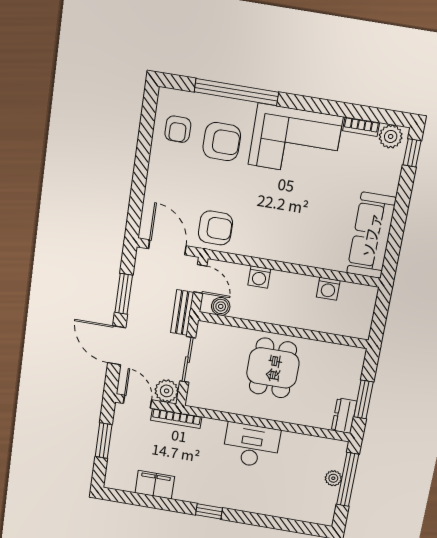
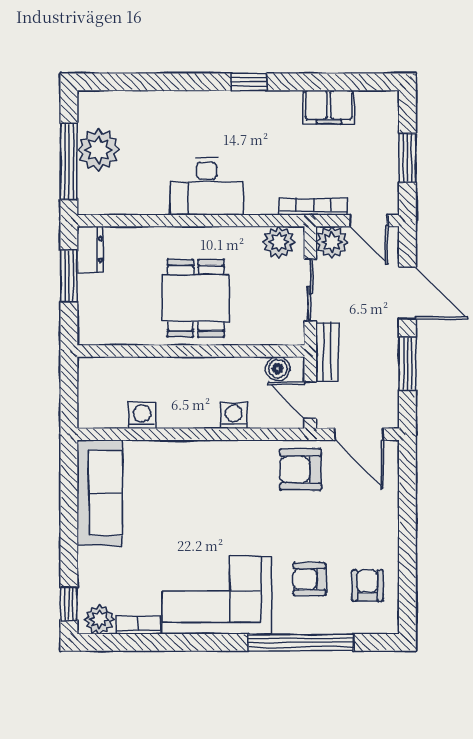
armchair: (222, 142) -> (310, 579), width x0.72, depth x0.72
plant: (205, 398) -> (279, 242), added
plant: (333, 478) -> (98, 150), width x1.87, depth x1.87

